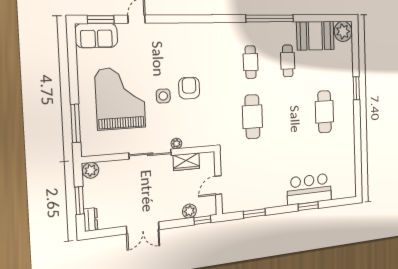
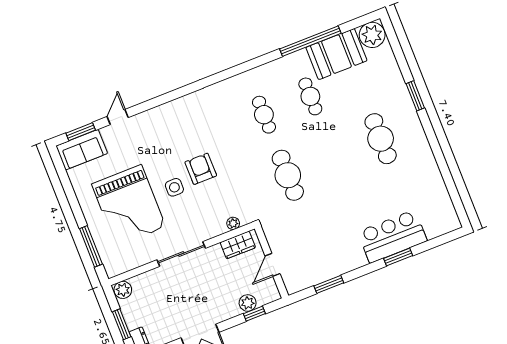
window: (270, 18) -> (310, 41), moved
grand piano: (120, 98) -> (129, 205), turned 180
plant: (176, 144) -> (233, 223), moved
wardrobe: (186, 162) -> (238, 245), moved
window: (202, 220) -> (254, 314), moved

